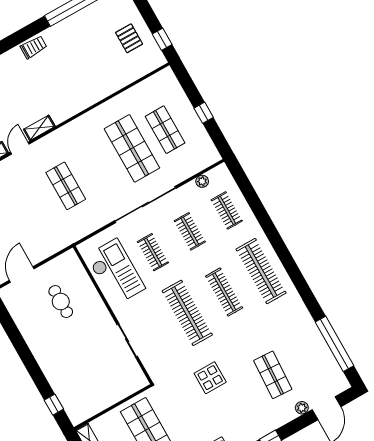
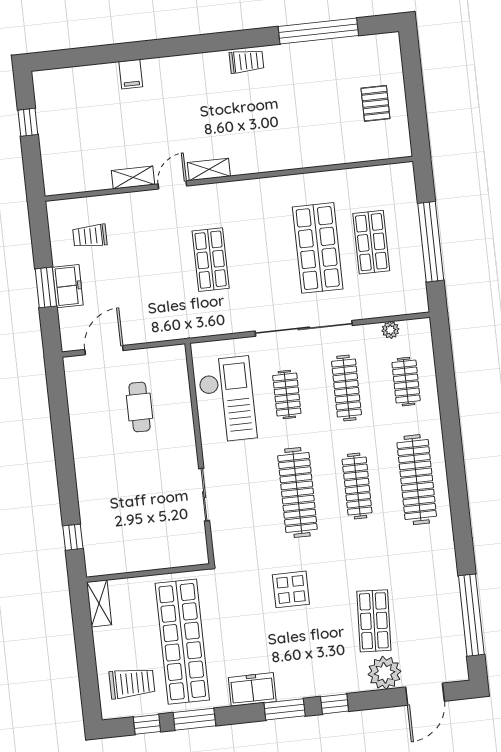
window: (162, 39) -> (418, 123), removed
window: (204, 113) -> (431, 242), width x3.17
clothes rail: (190, 231) -> (346, 388), width x1.36
plant: (302, 408) -> (385, 673), width x1.87, depth x1.87

